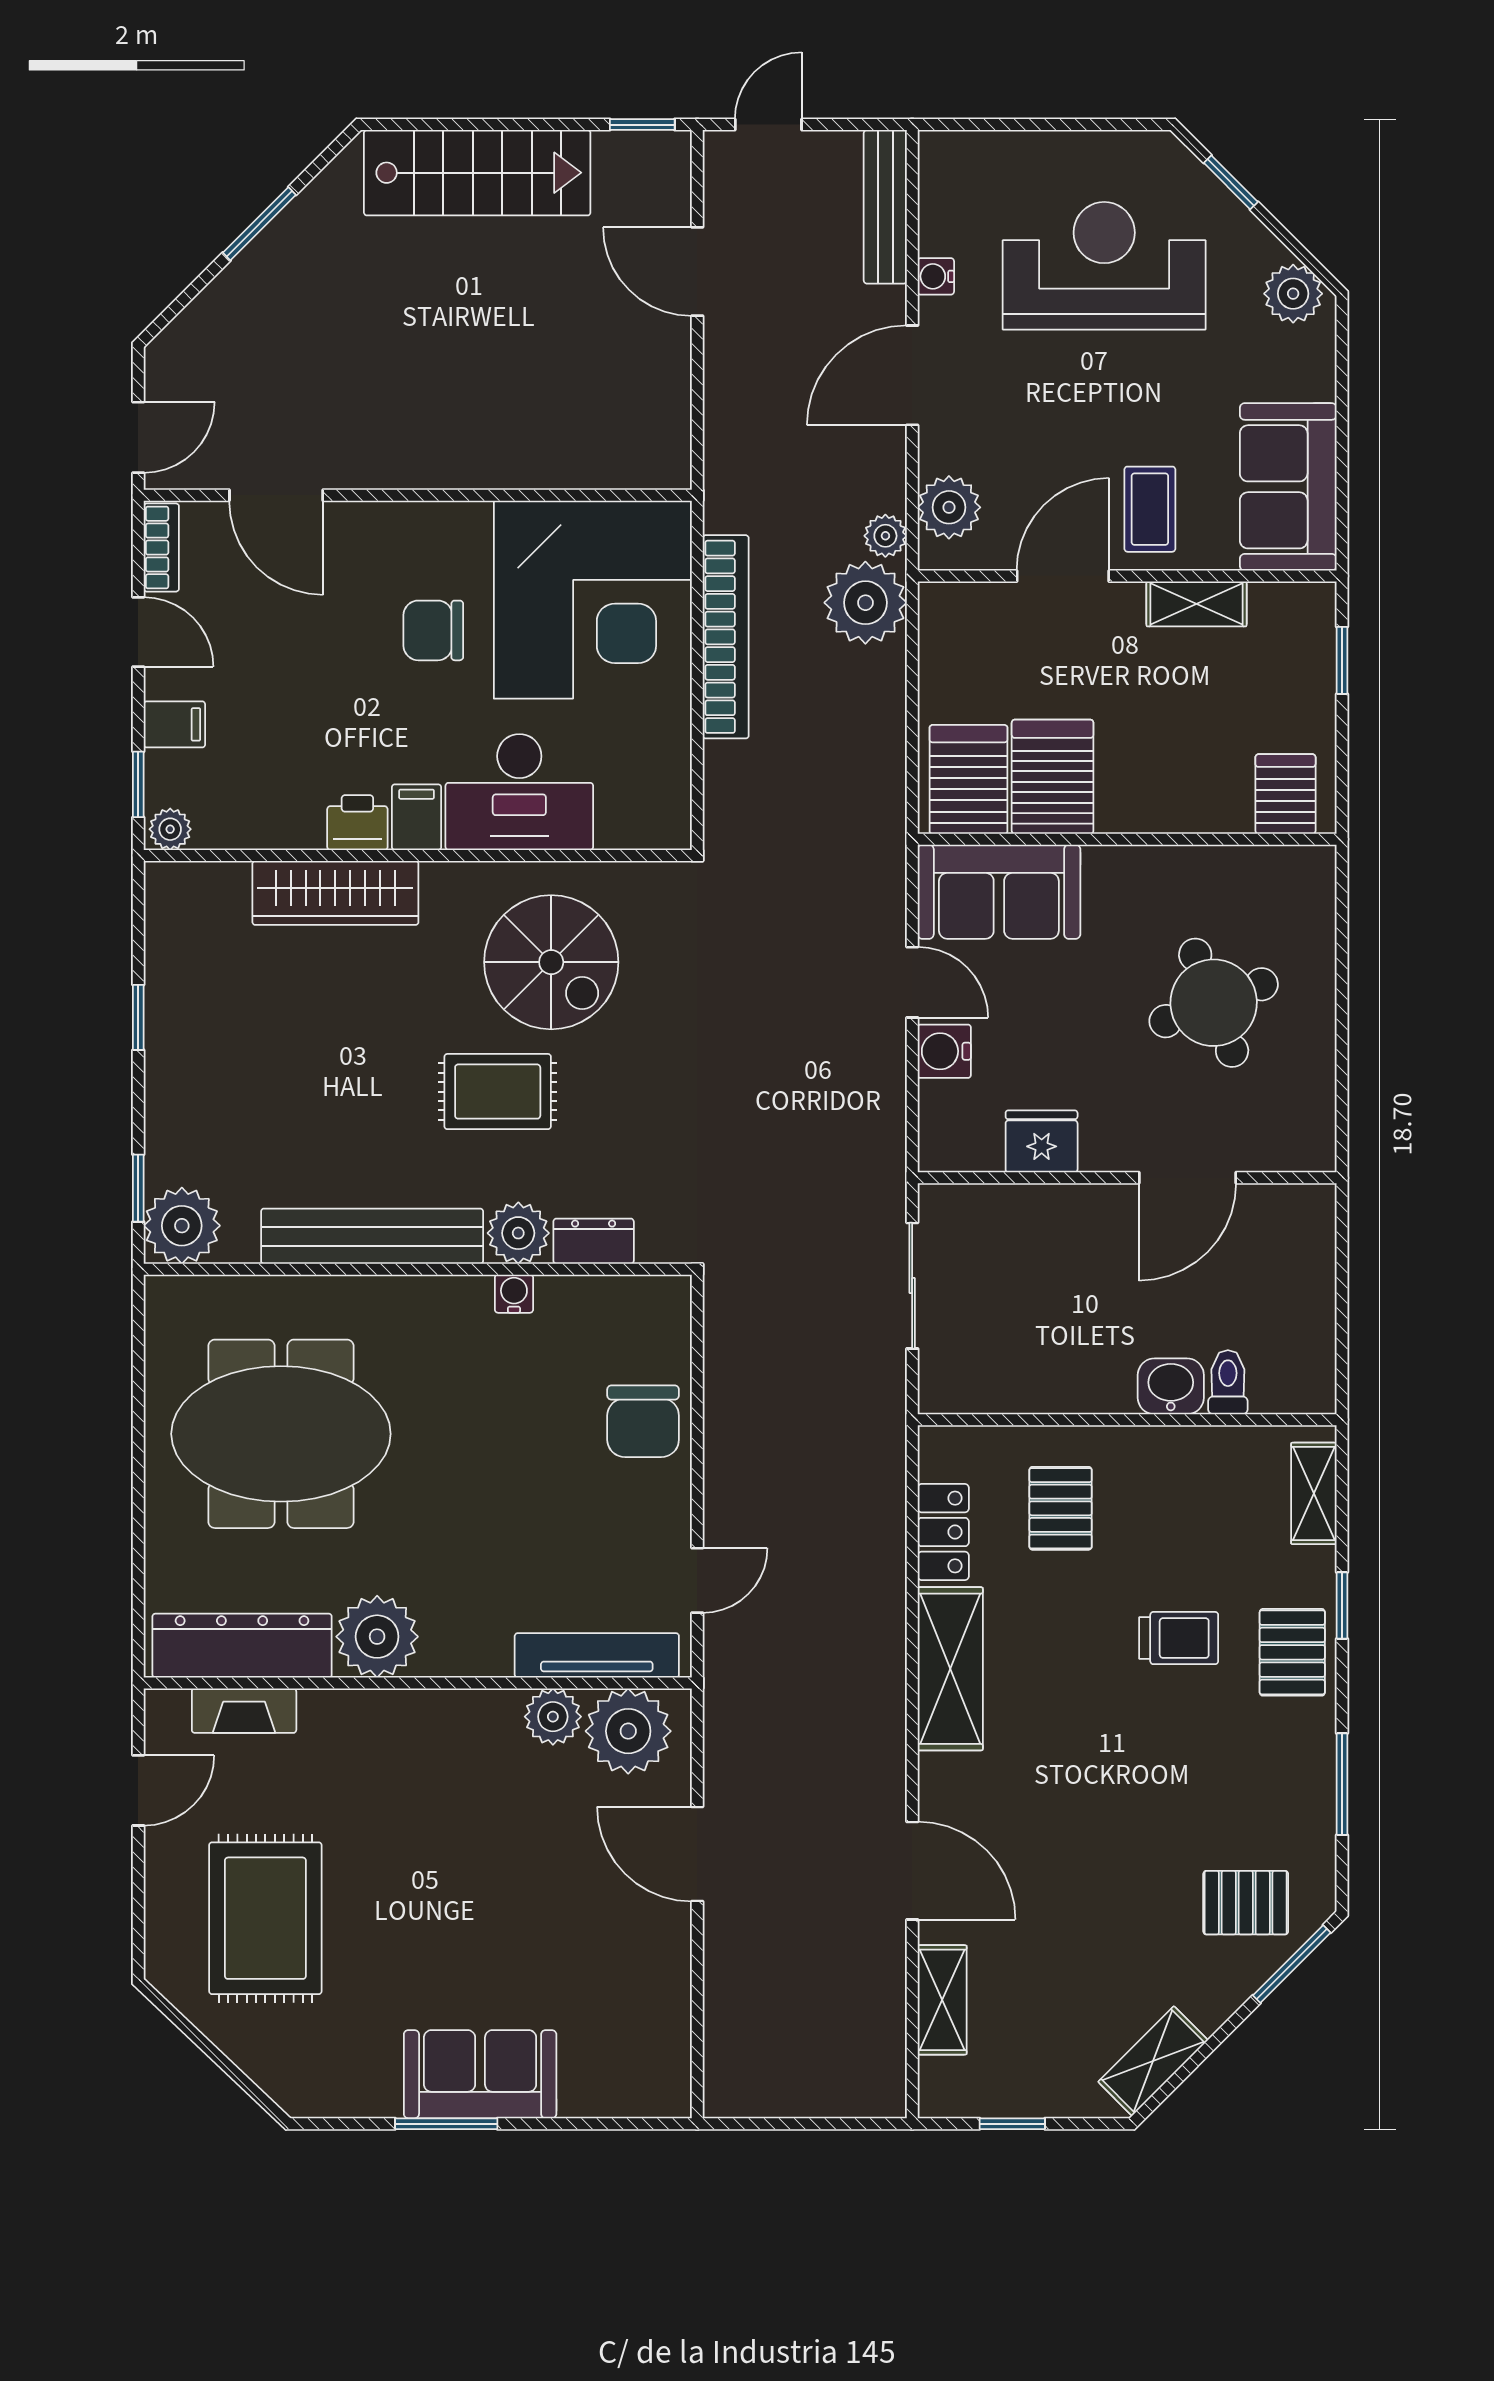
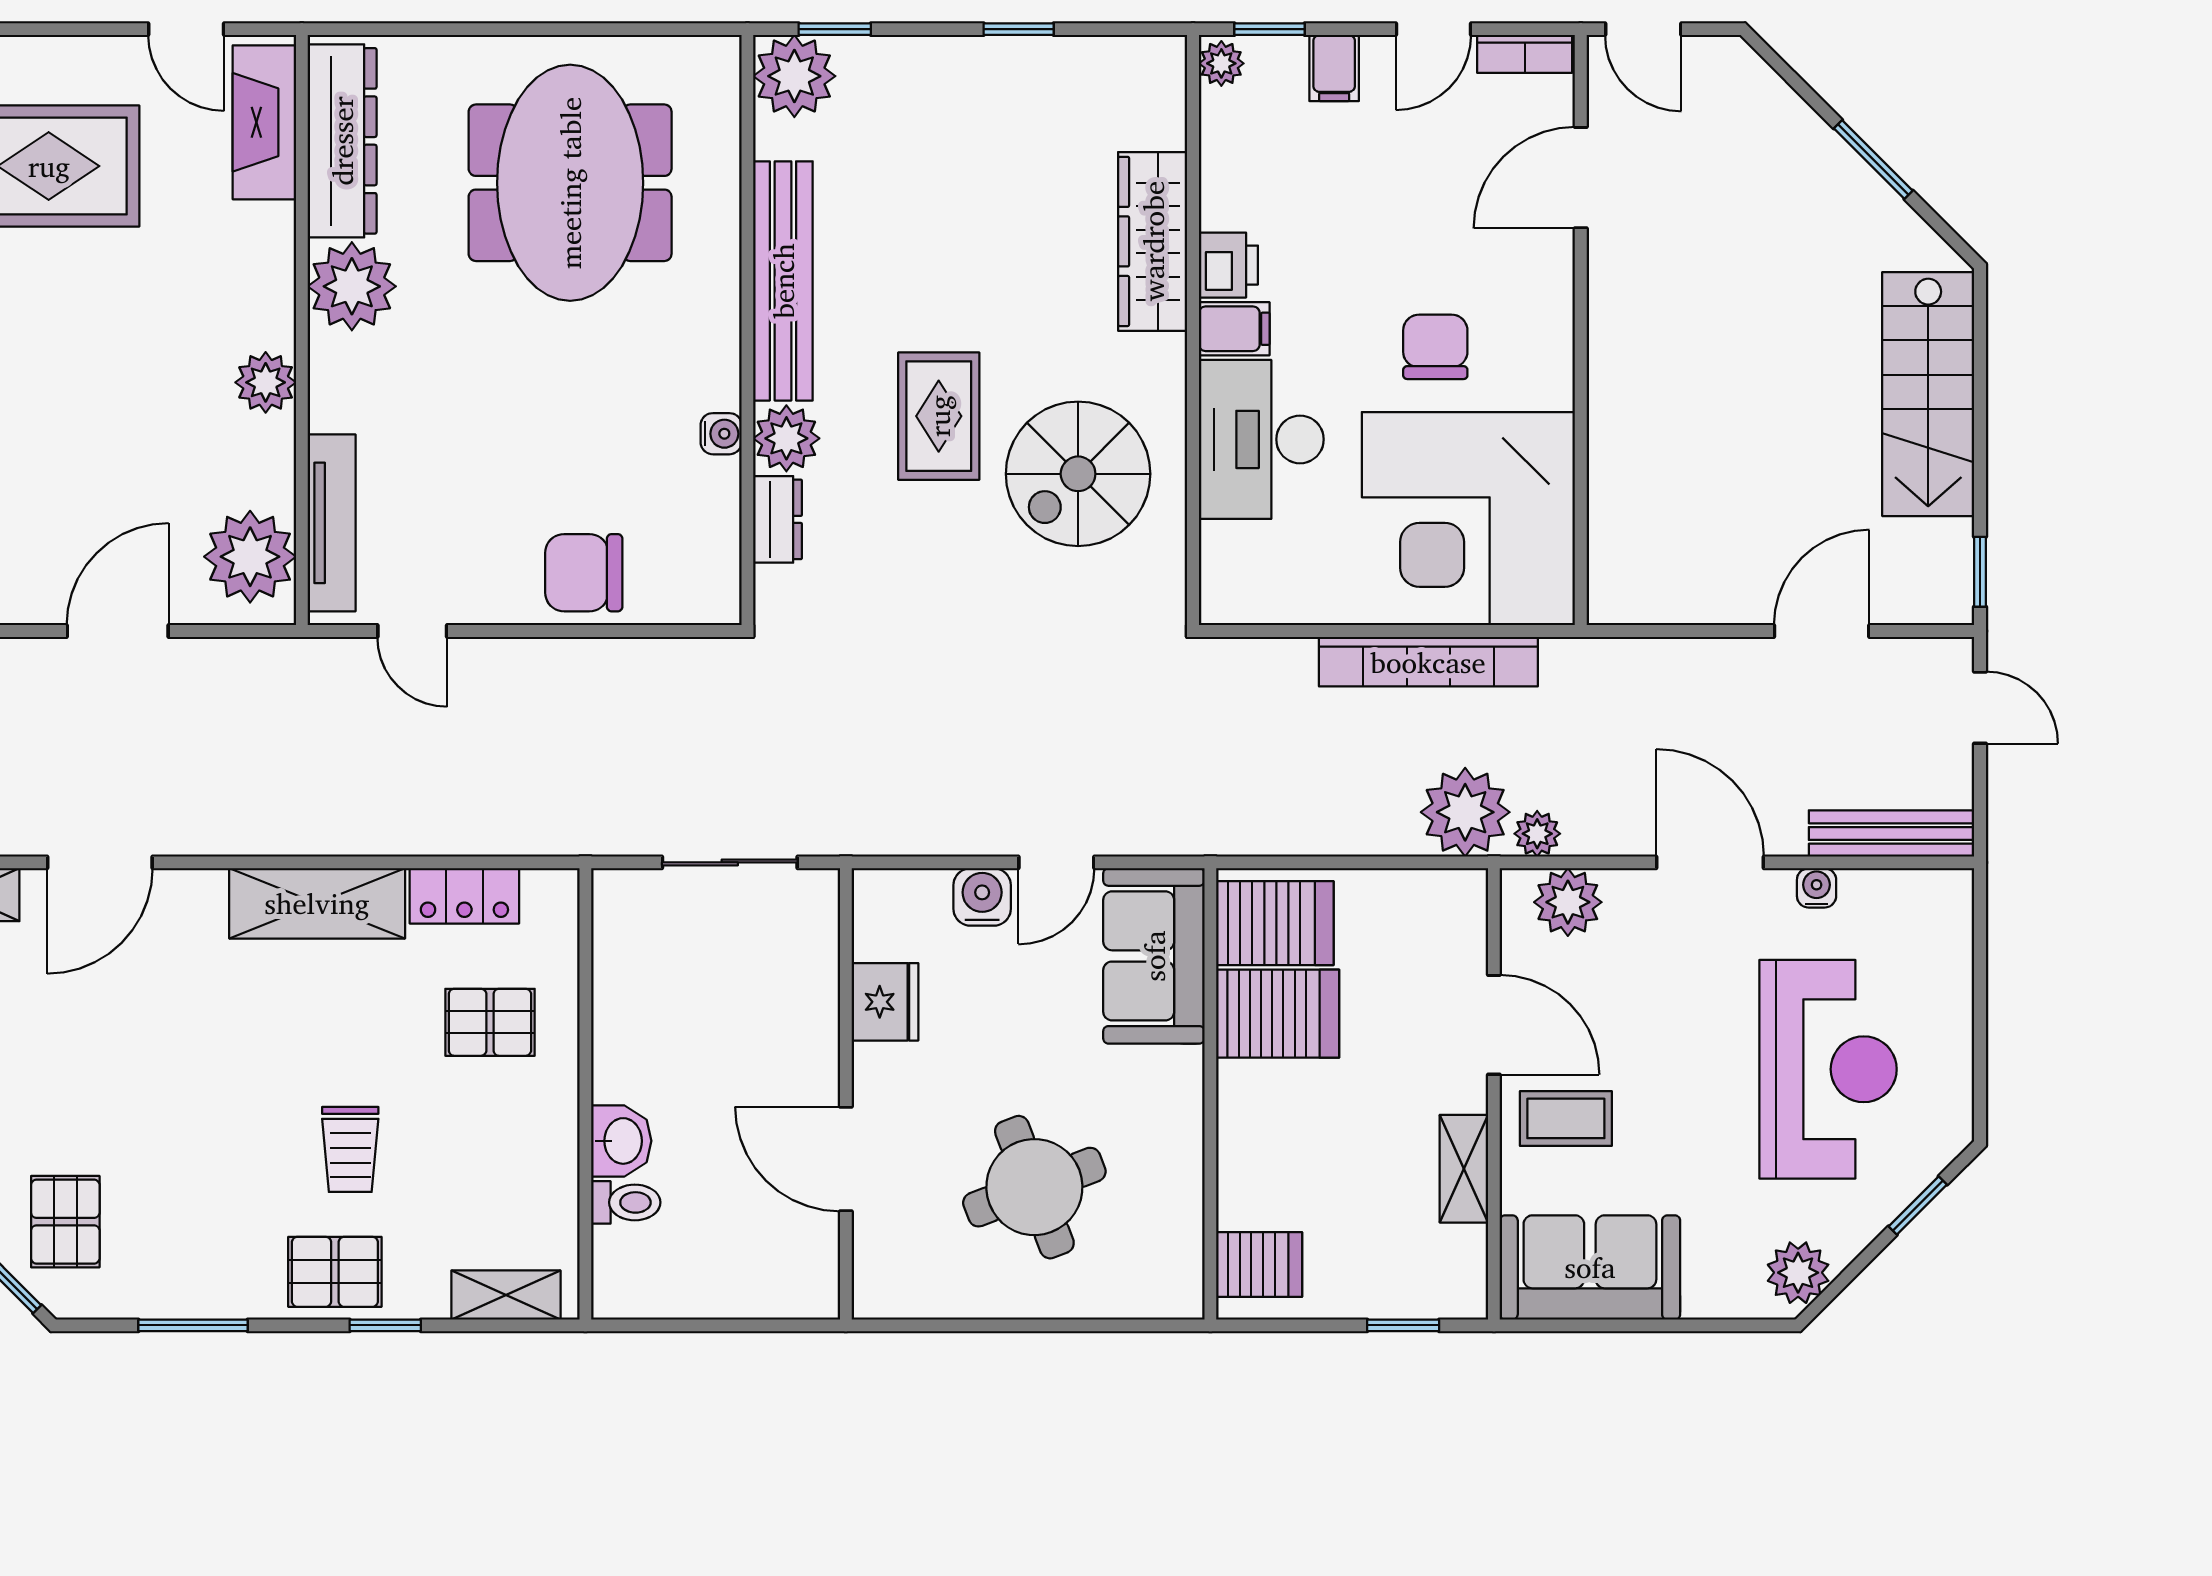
fireplace: (244, 1711) -> (264, 122), width x1.37, depth x1.32
plant: (553, 1717) -> (266, 382), moved

